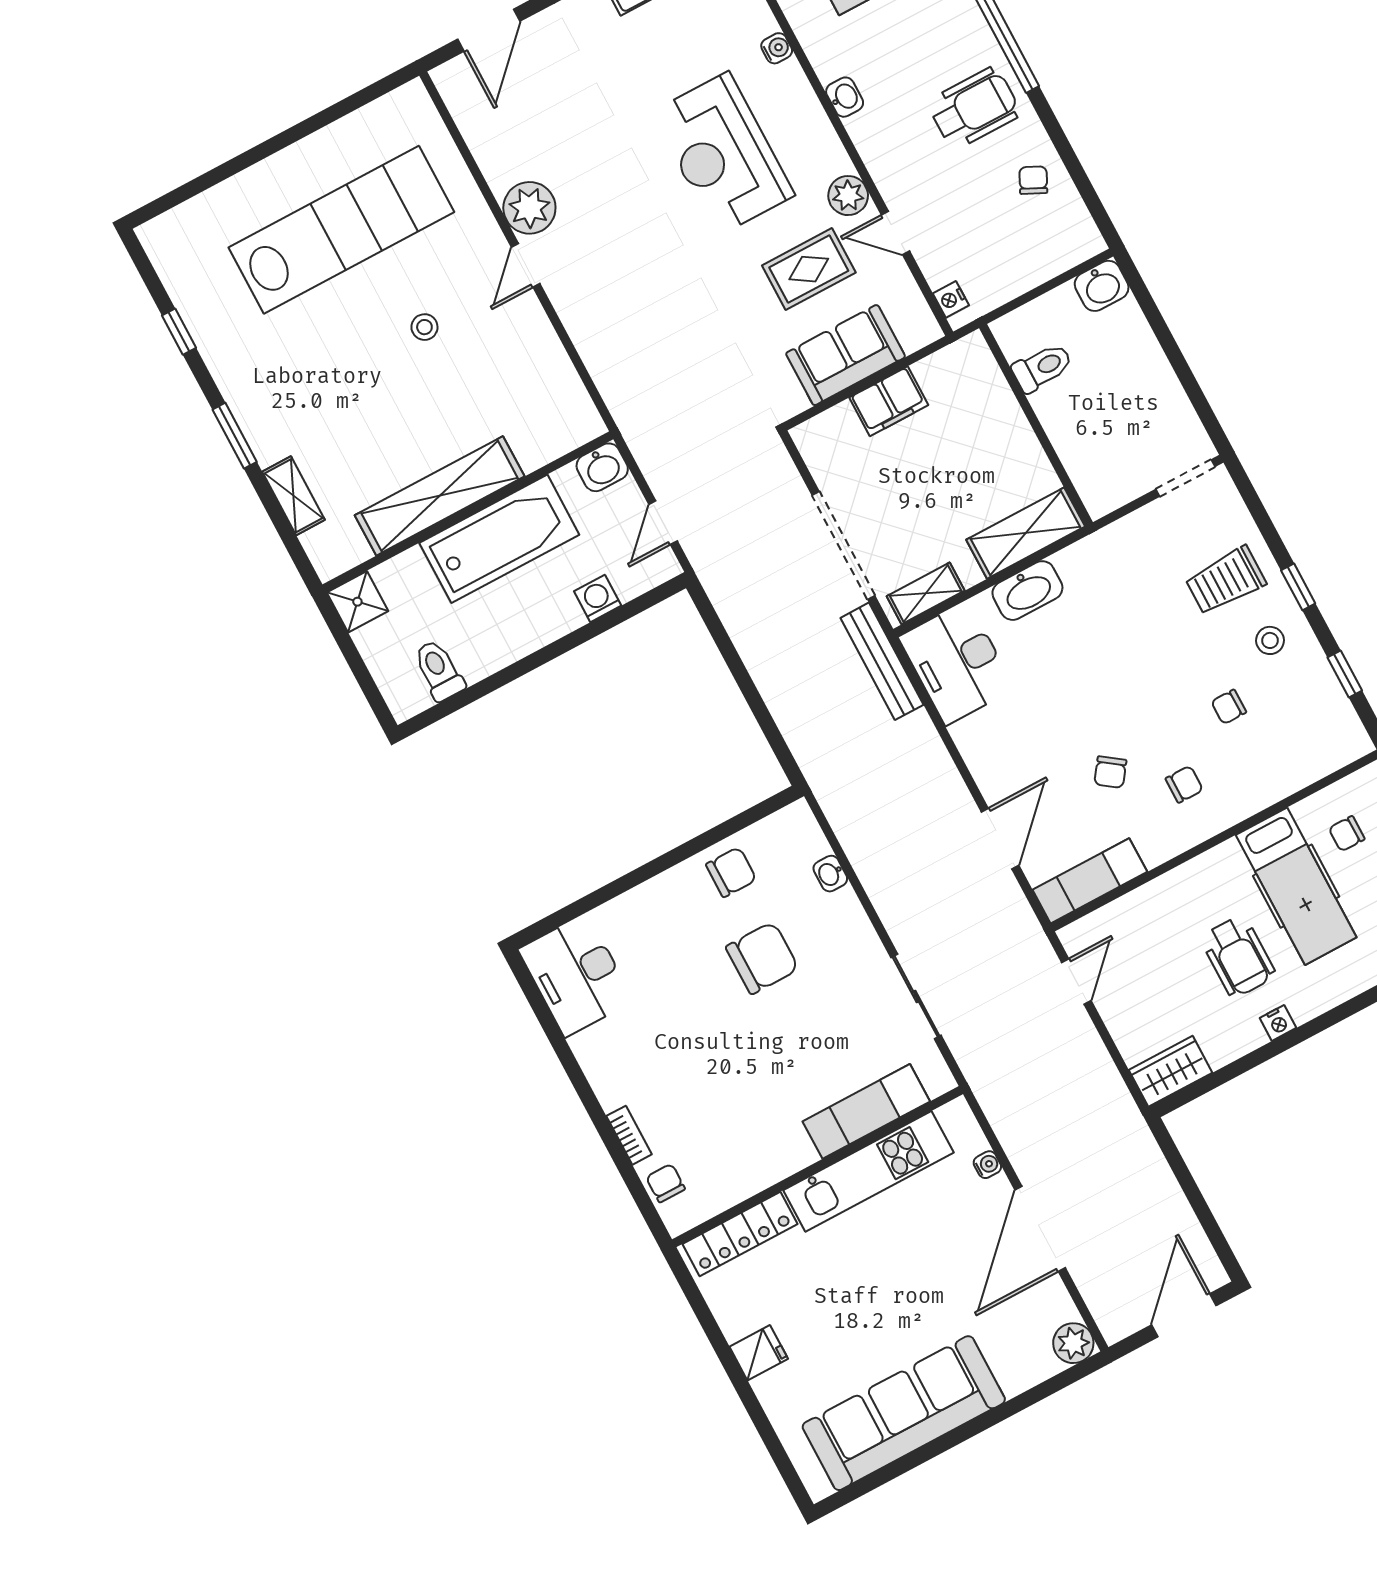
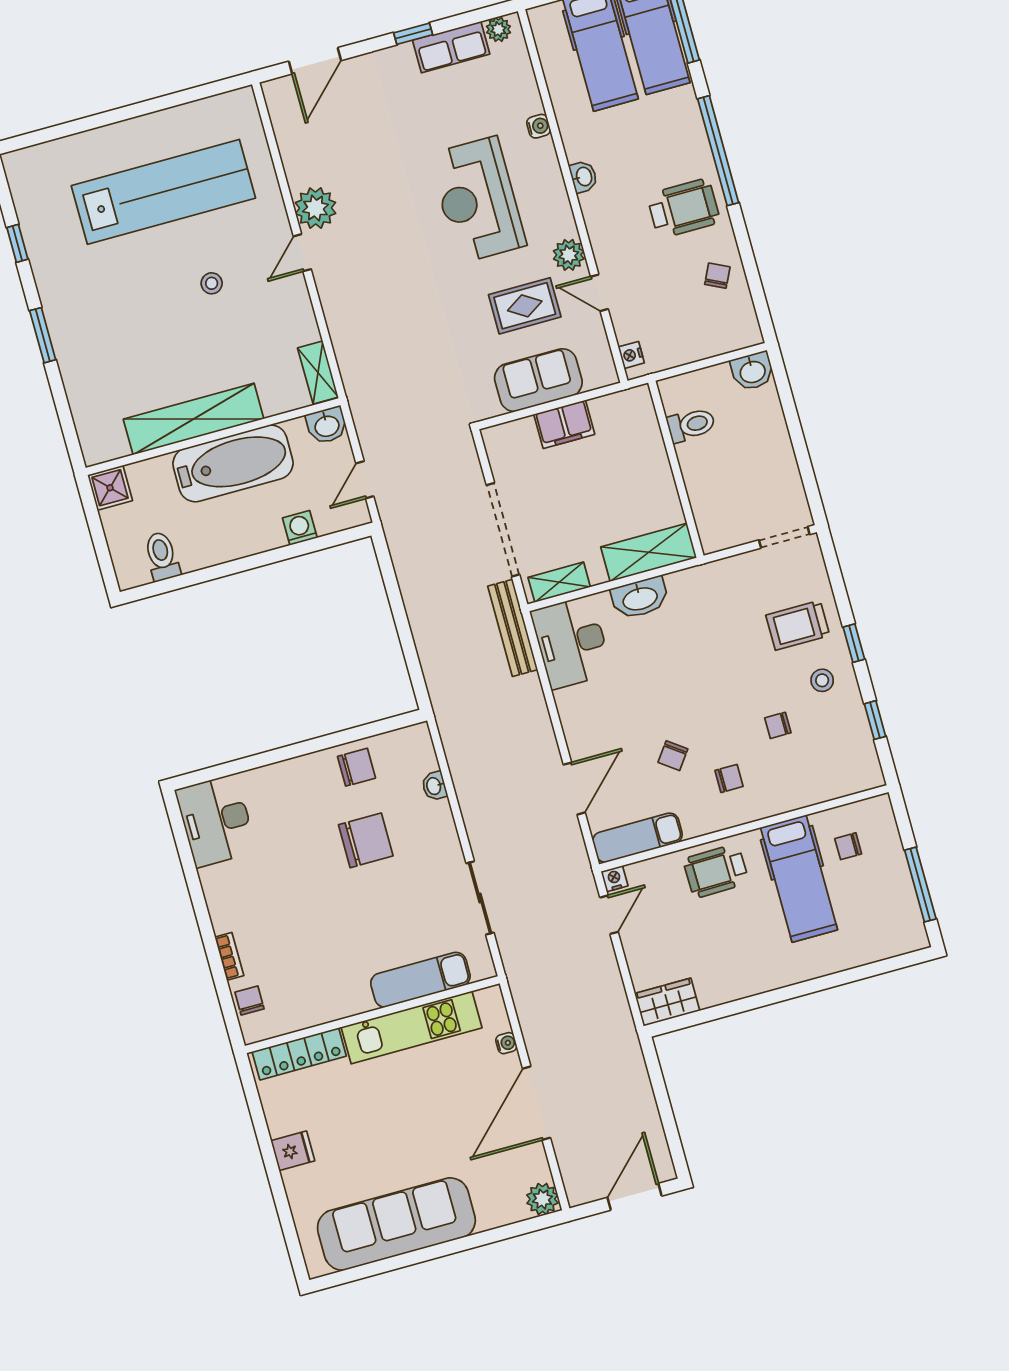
shelving: (293, 496) -> (318, 372), moved
wheelchair: (1238, 957) -> (716, 871), moved, turned 89
nightstand: (1278, 1023) -> (614, 879), moved, turned 180

